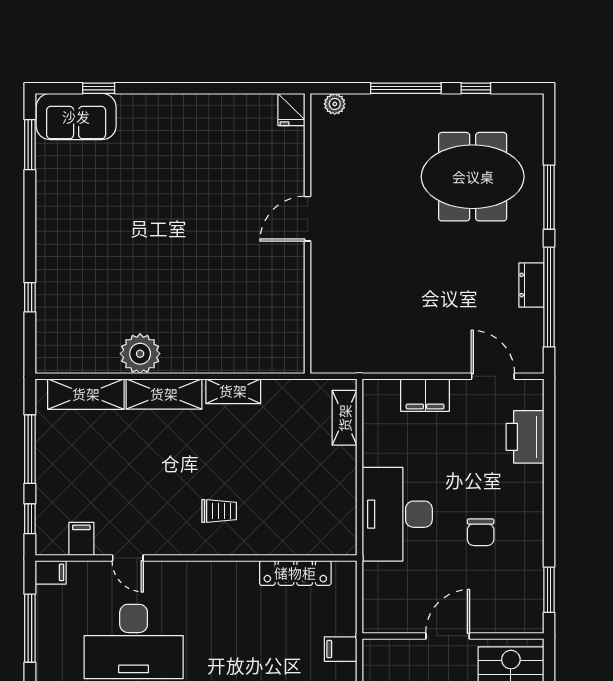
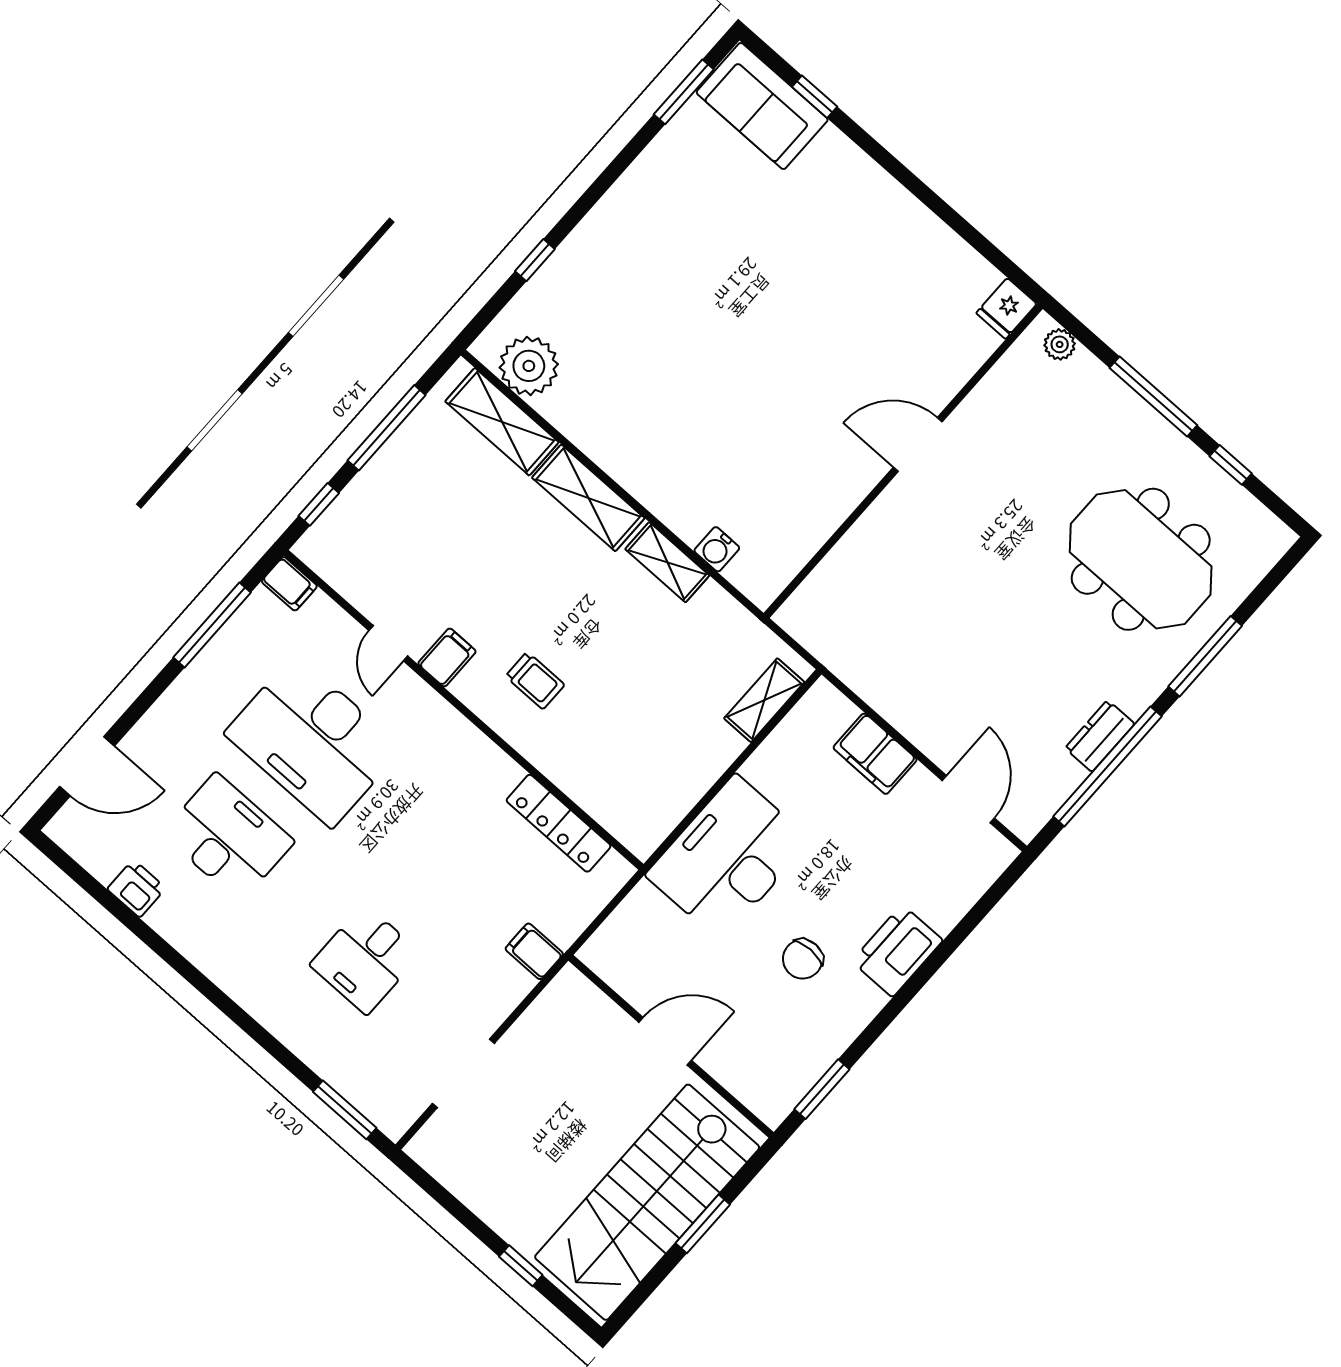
plant: (140, 354) -> (529, 366), moved
water cooler: (253, 362) -> (717, 549), added
printer: (525, 437) -> (897, 951), moved
filing cabinet: (81, 539) -> (447, 657), moved

